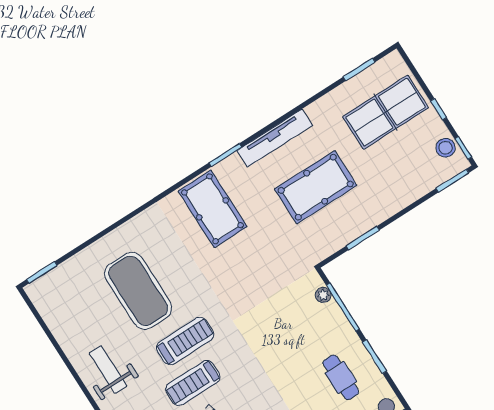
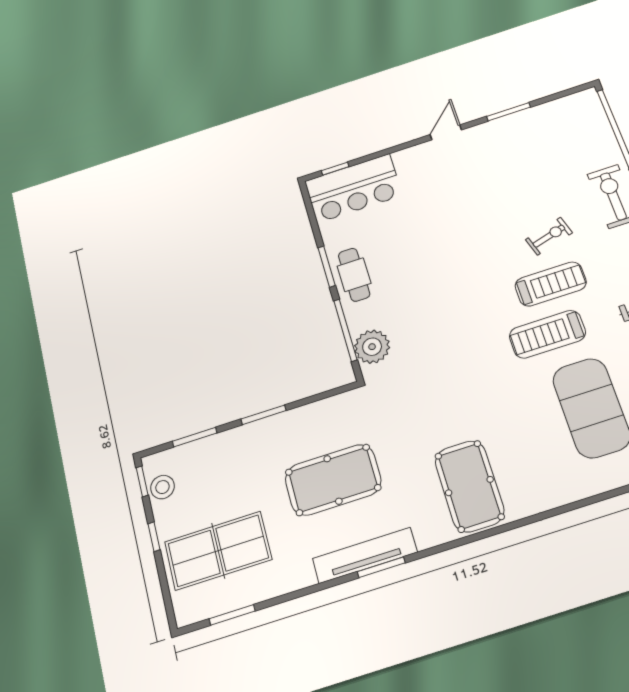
window: (225, 155) -> (381, 567), moved
window: (452, 181) -> (195, 437), moved
window: (363, 238) -> (264, 415), moved
plant: (323, 295) -> (372, 347), width x1.88, depth x1.88
cafe table: (341, 377) -> (354, 275), moved

